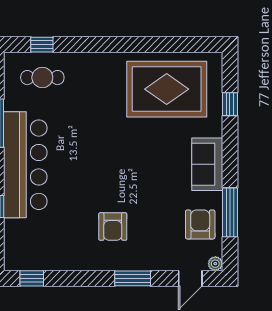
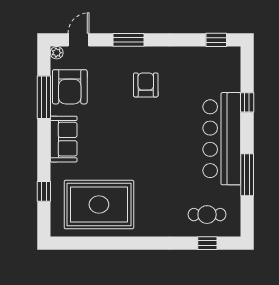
armchair: (200, 224) -> (70, 87), width x1.36, depth x1.36

